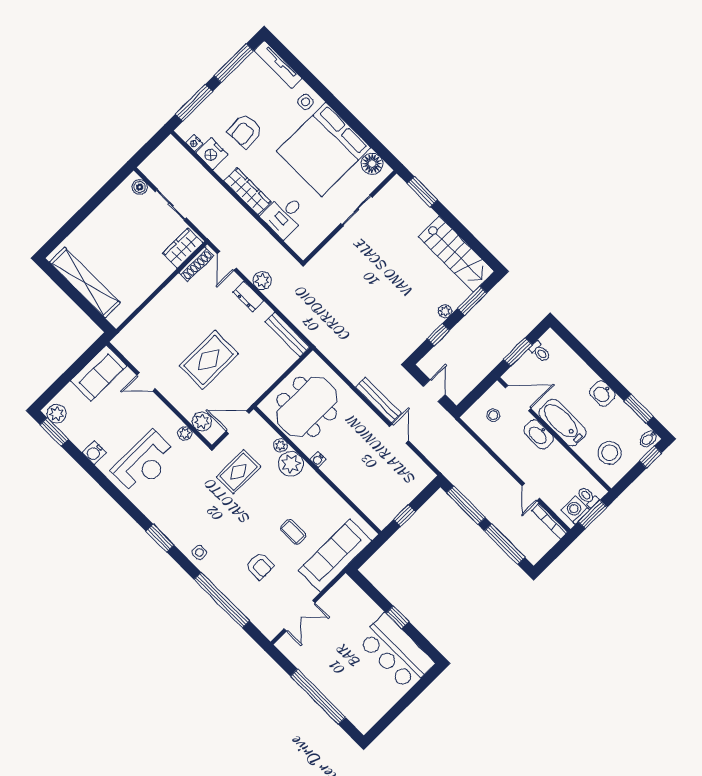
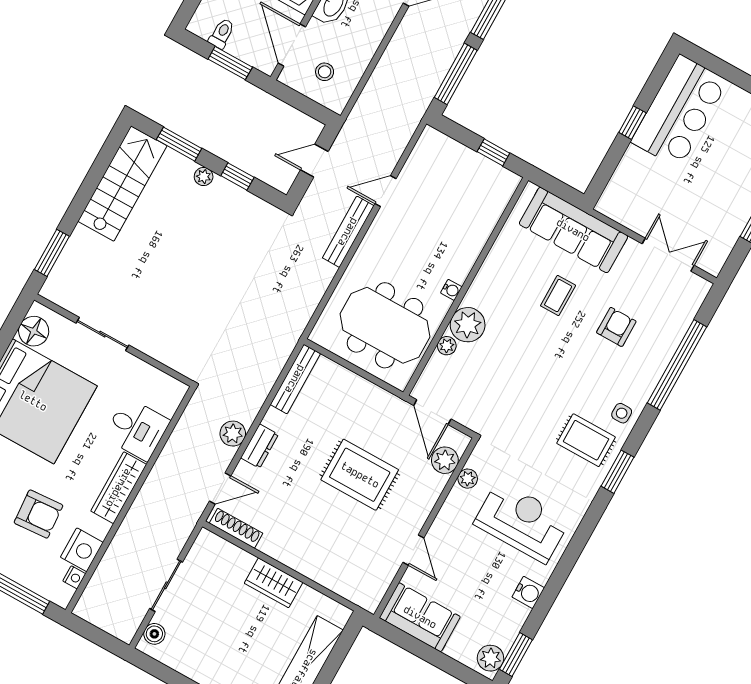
wardrobe: (183, 248) -> (274, 583), moved
rug: (239, 472) -> (586, 440), moved

